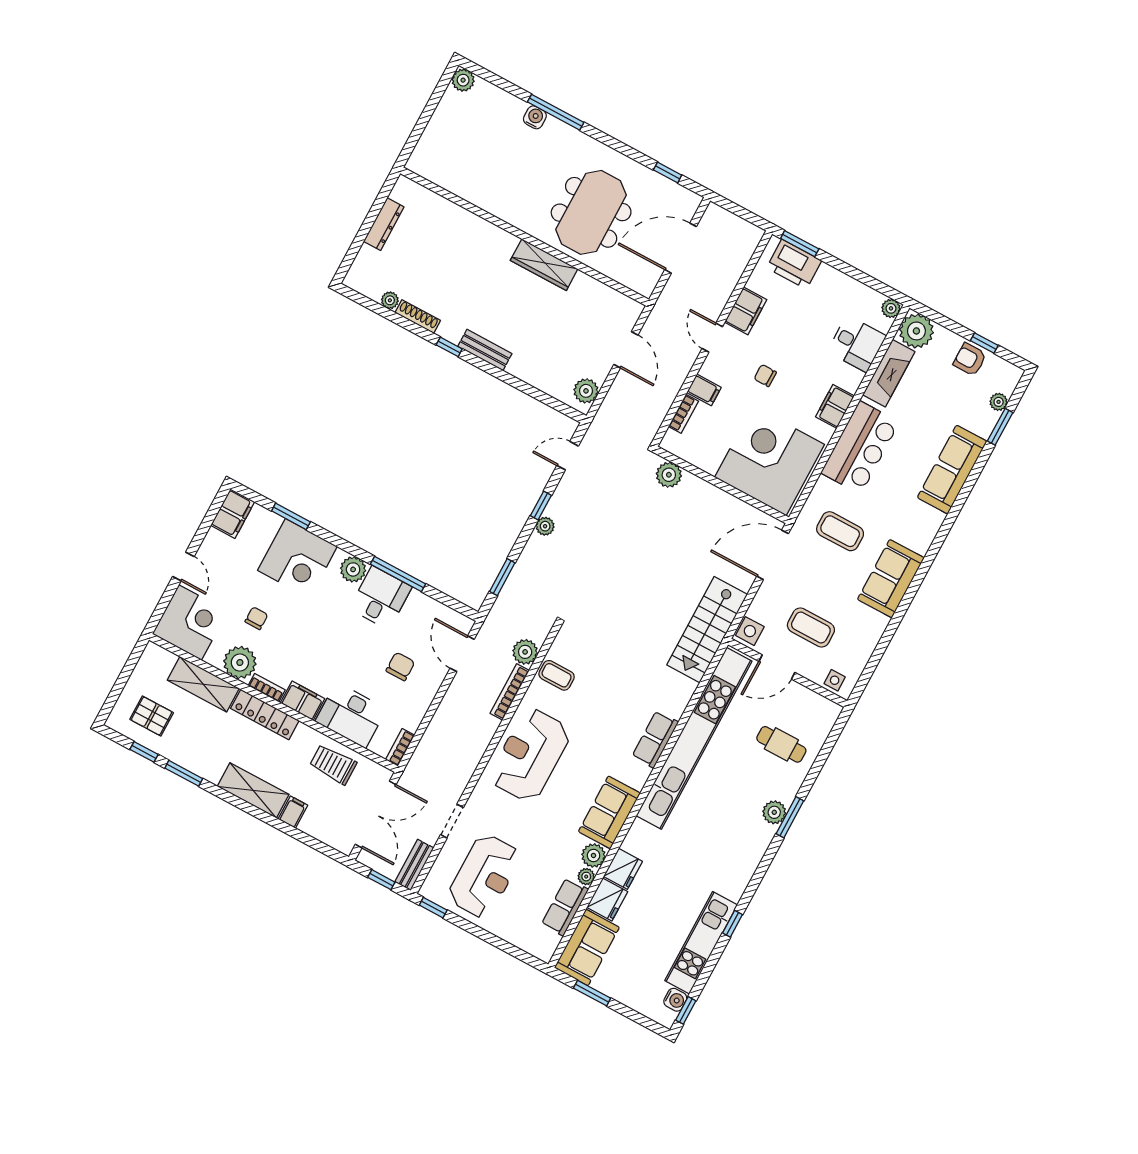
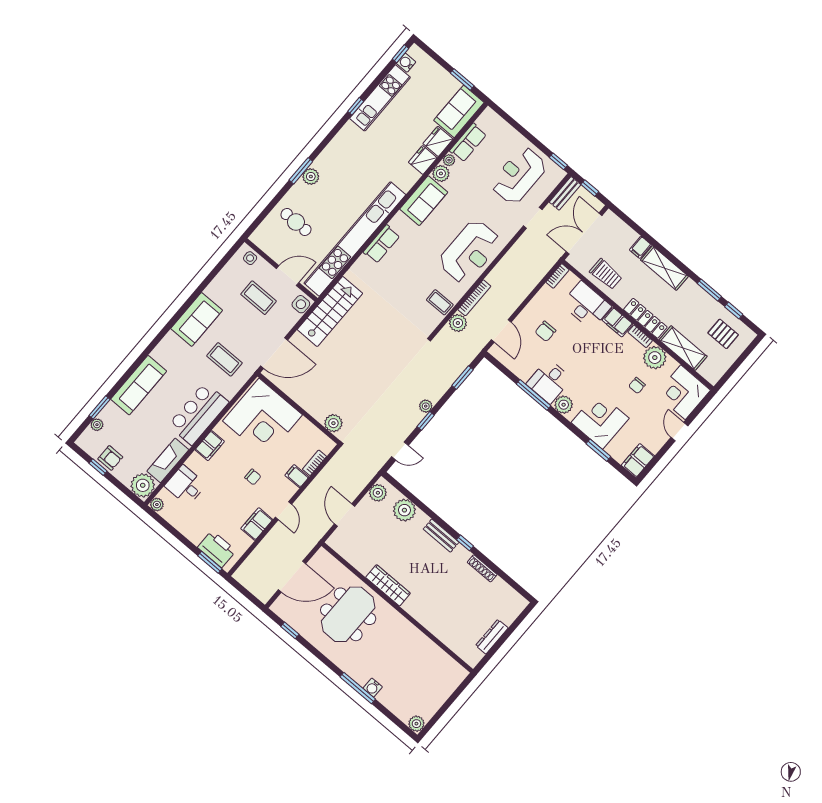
plant: (390, 300) -> (404, 510), moved, width x1.88, depth x1.88

